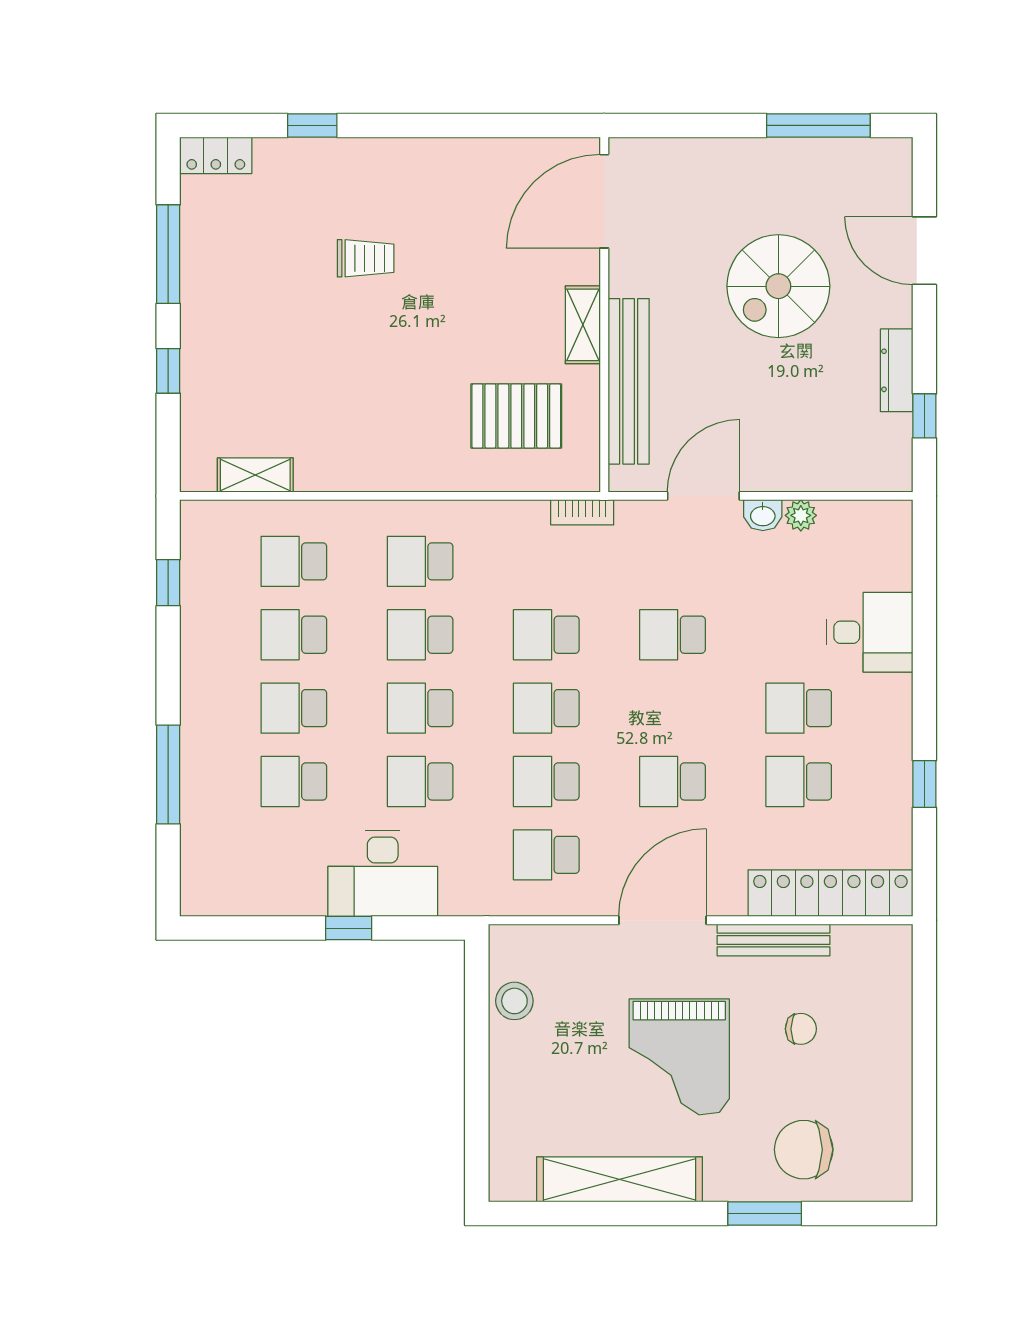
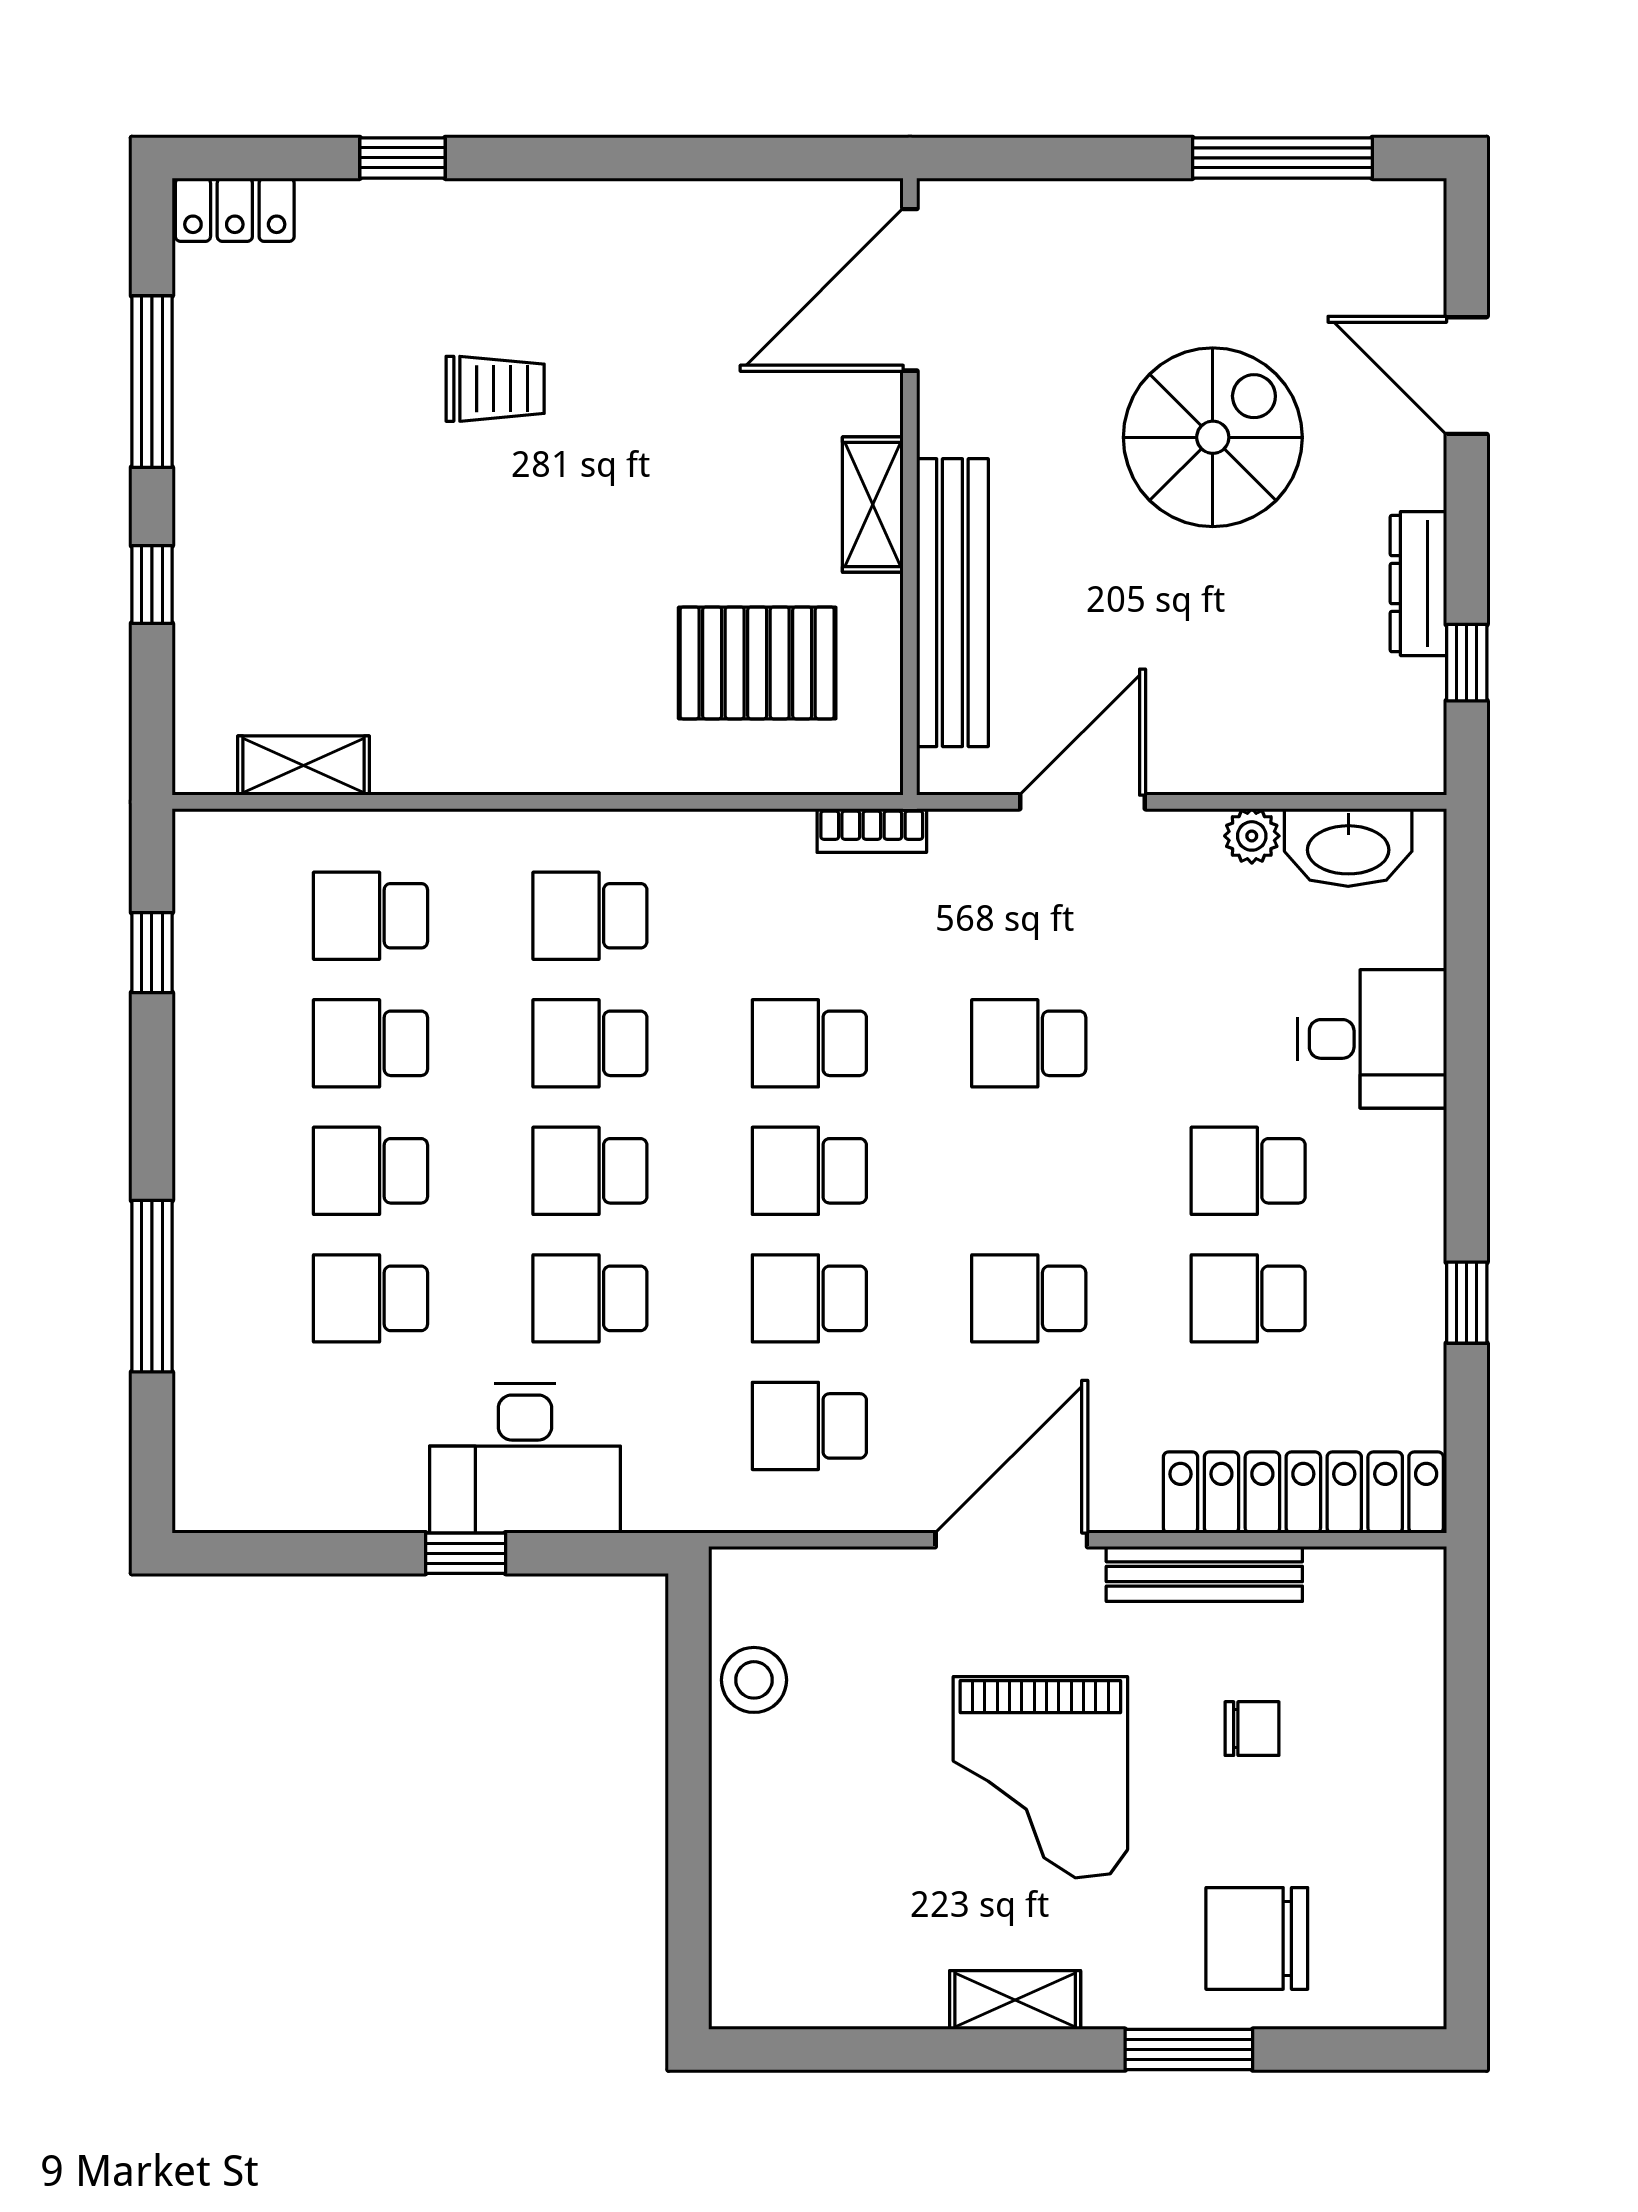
spiral stairs: (778, 286) -> (1213, 437), turned 180
washbasin: (763, 515) -> (1348, 848), moved, width x1.91, depth x1.45
shelving: (619, 1179) -> (1015, 2000), width x0.45, depth x0.75

